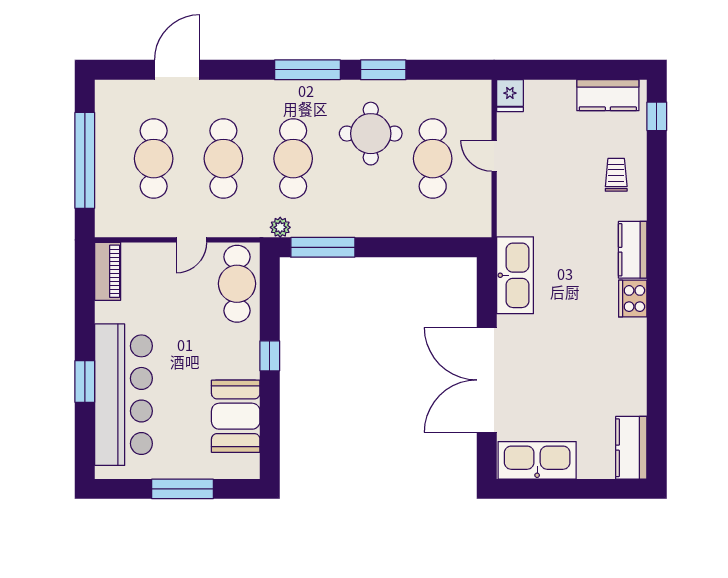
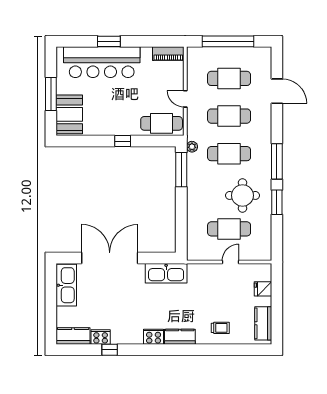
fridge: (510, 96) -> (263, 289), moved
window: (657, 116) -> (110, 350), moved
cooker: (633, 397) -> (101, 337), added
booth: (236, 416) -> (69, 114), moved, turned 90

